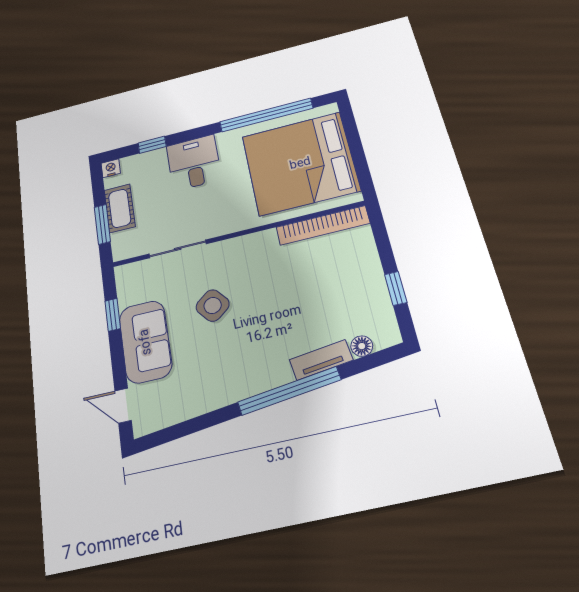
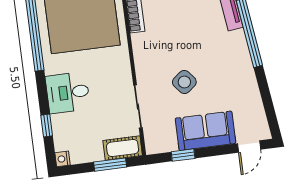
cot: (120, 208) -> (123, 148), moved

